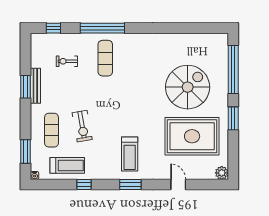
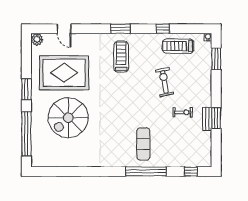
exercise bike: (67, 61) -> (183, 112), moved
bench: (35, 86) -> (207, 119), width x0.73
exercise mat: (51, 130) -> (192, 78), removed
door: (178, 184) -> (64, 29), moved

